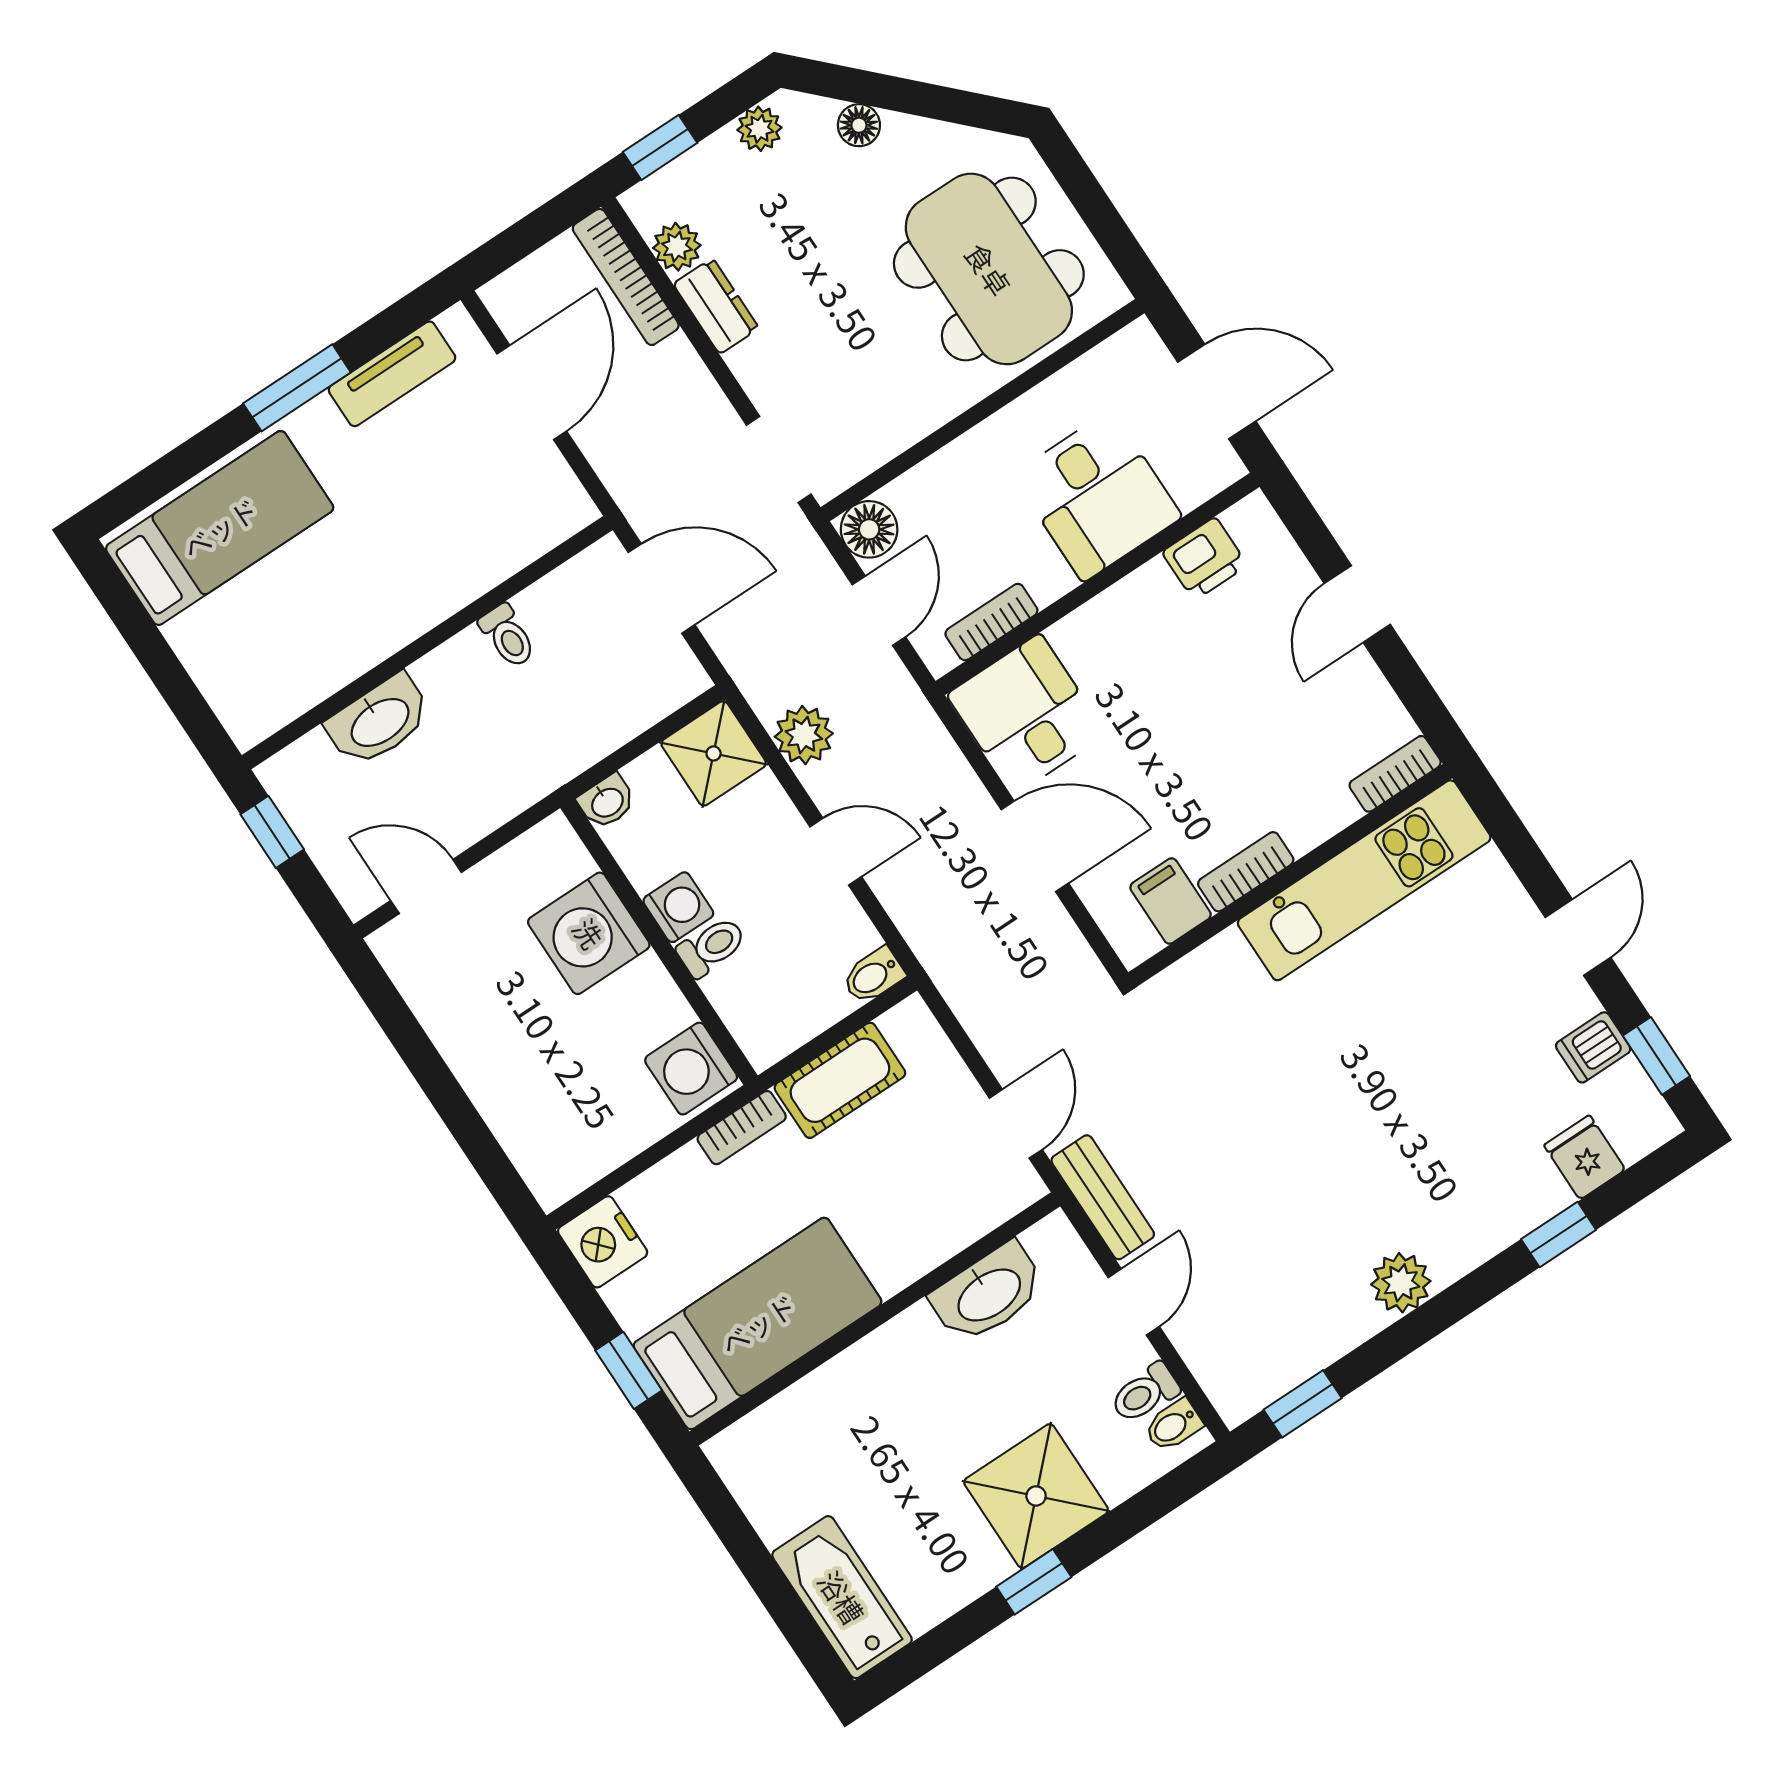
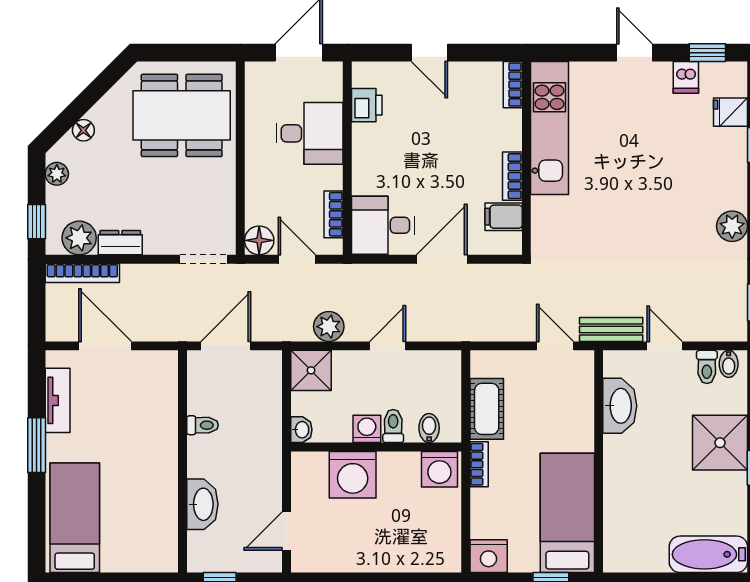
plant: (677, 247) -> (79, 238), width x1.38, depth x1.38
bidet: (873, 976) -> (429, 428), moved, turned 180

